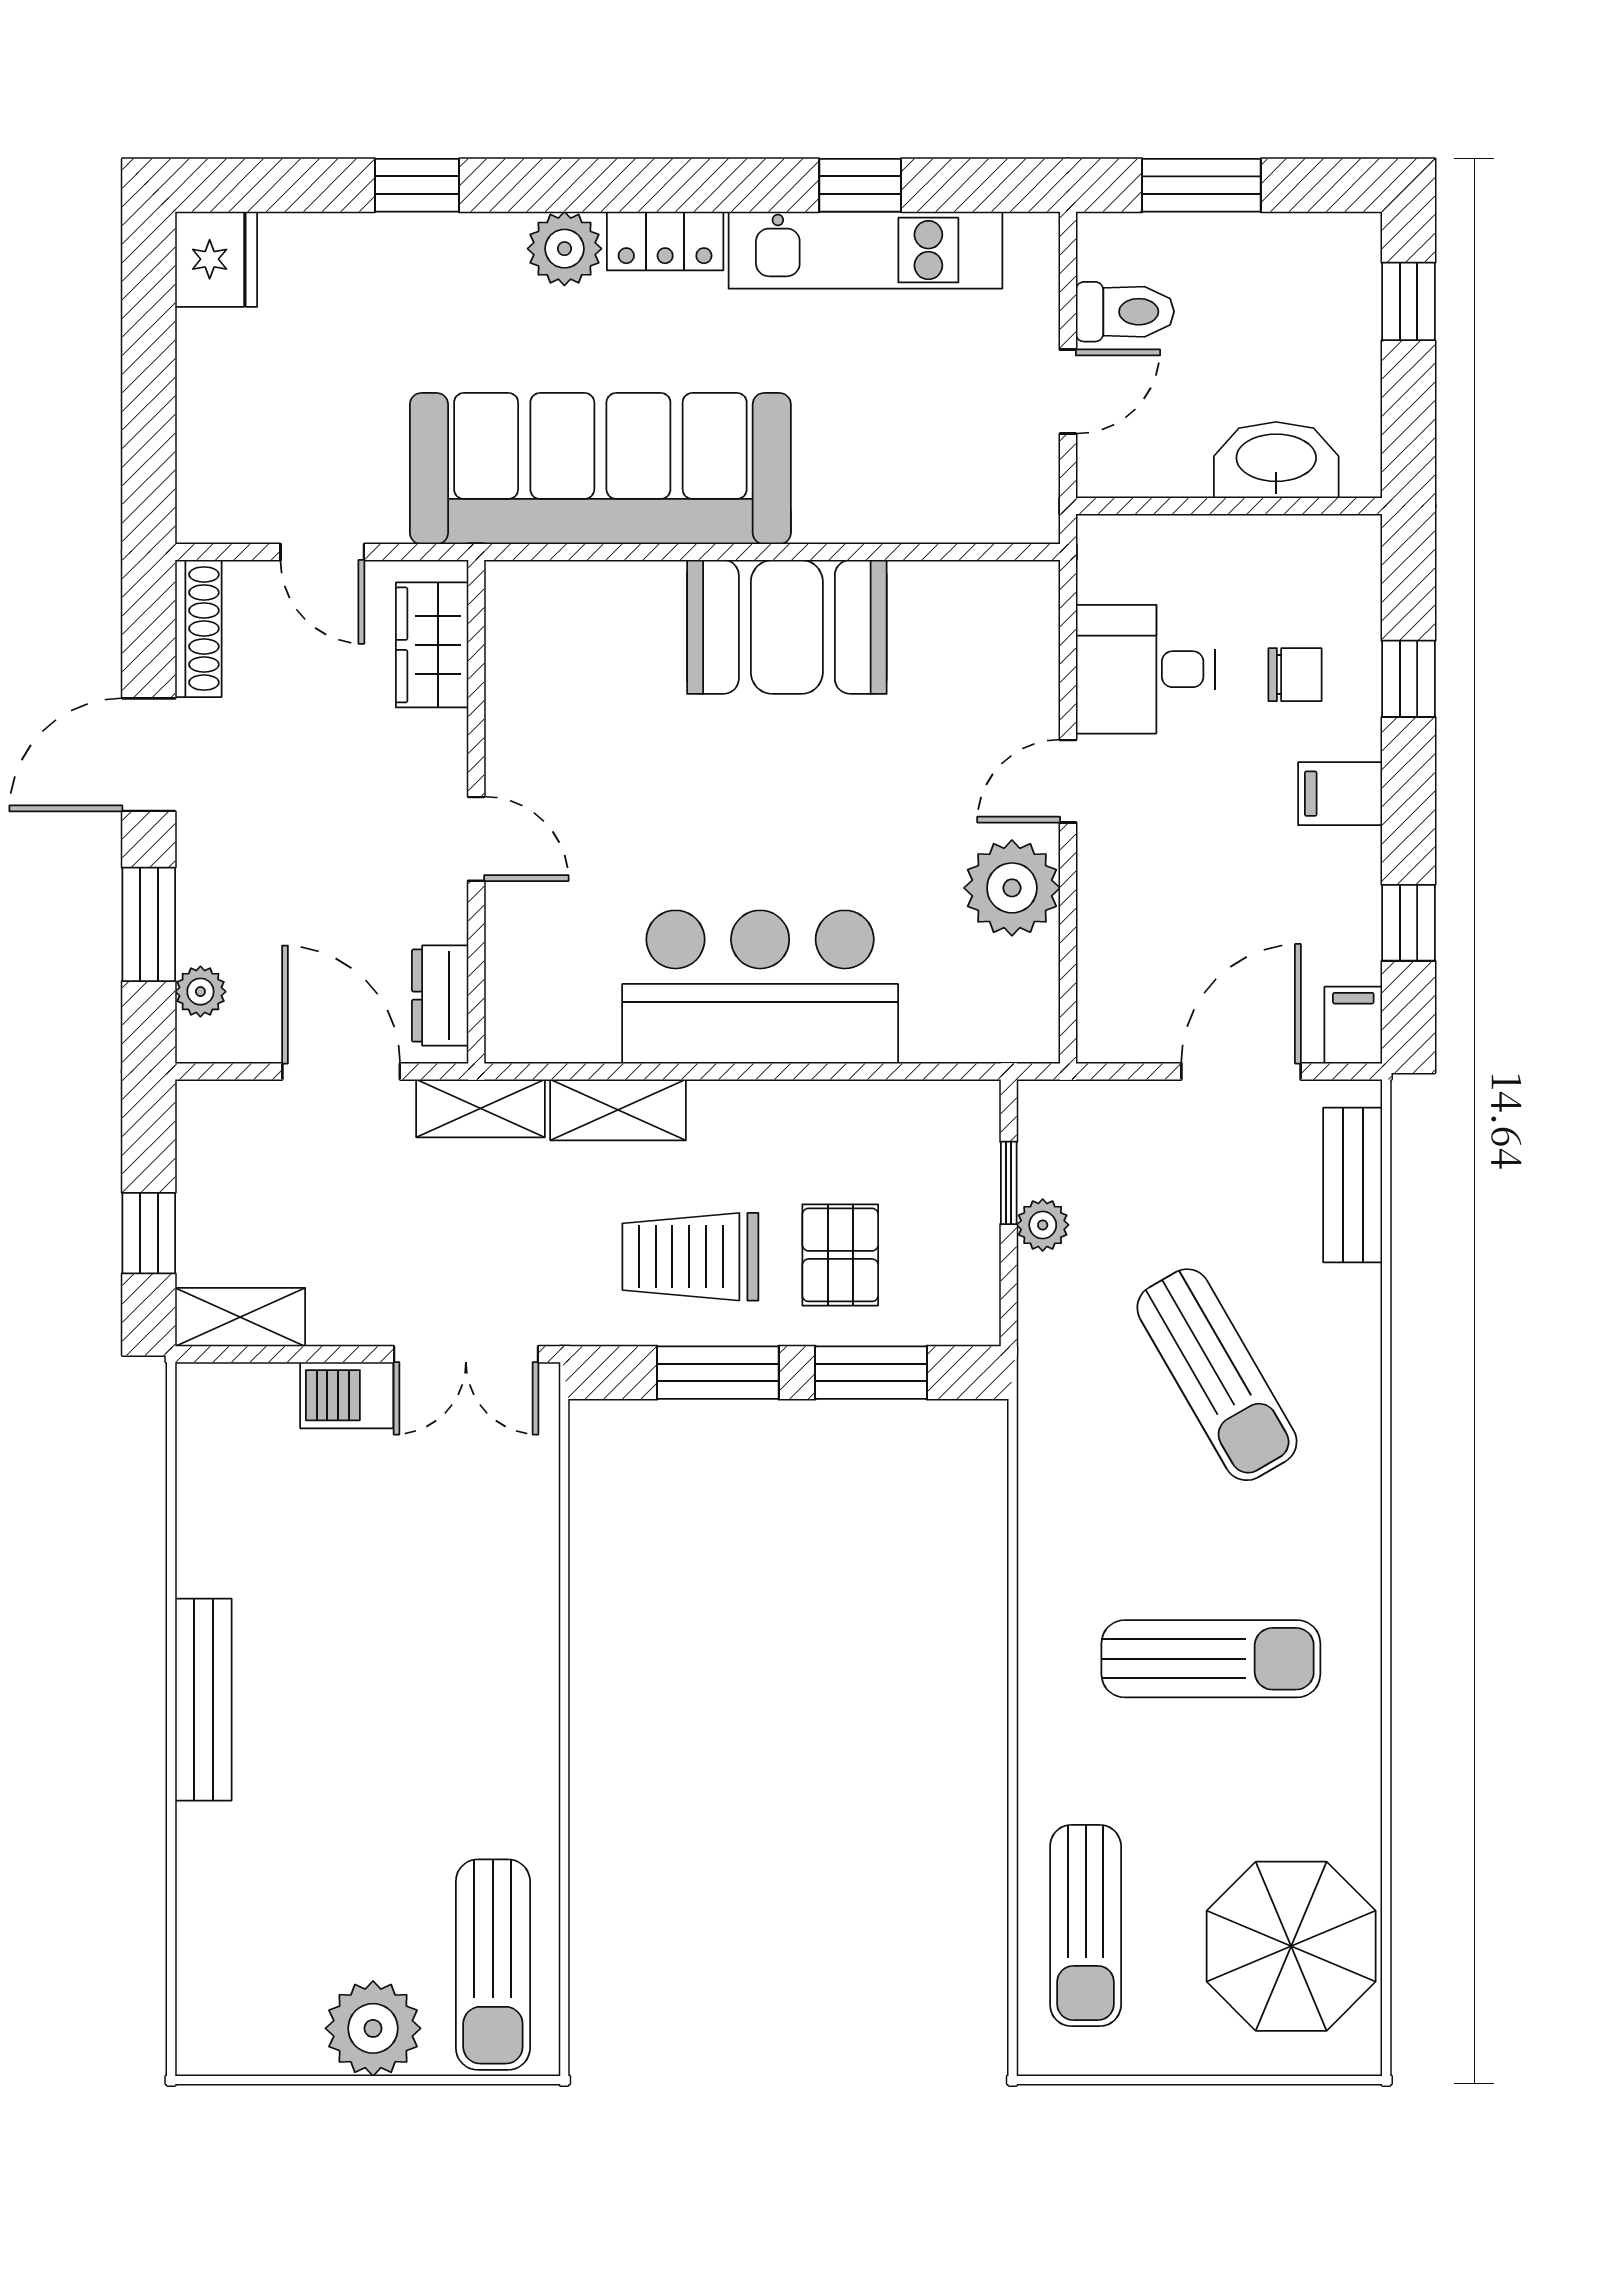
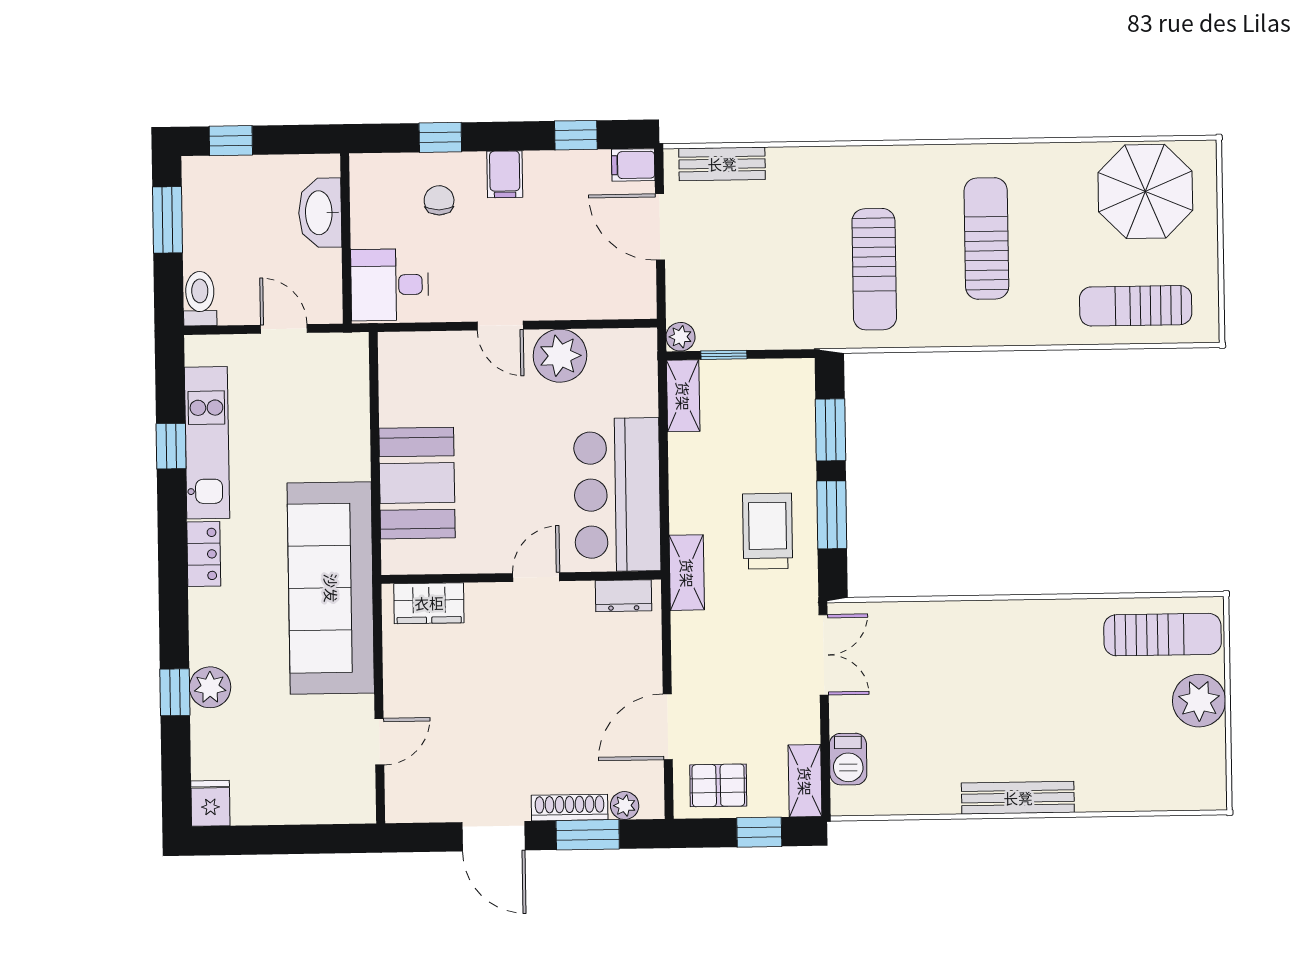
window: (1201, 185) -> (167, 220), moved
plant: (564, 249) -> (210, 687), moved
fridge: (216, 259) -> (210, 803), width x0.72
toilet: (1125, 312) -> (200, 299), moved
shoe rack: (198, 628) -> (570, 808), moved
wardrobe: (432, 645) -> (429, 603), moved
desk: (1145, 669) -> (390, 285), moved, turned 90
wall: (476, 812) -> (521, 577), moved
door: (476, 839) -> (536, 577), moved
dresser: (440, 996) -> (624, 596), moved
shelving: (480, 1108) -> (683, 396), moved
plant: (1043, 1225) -> (681, 337), moved
pallet: (840, 1255) -> (718, 785), moved
trolley: (690, 1257) -> (768, 531), turned 180
sun lounger: (1217, 1375) -> (874, 269), moved, turned 120
barbecue: (347, 1395) -> (848, 759), moved
sun lounger: (1086, 1926) -> (1136, 306), turned 180

